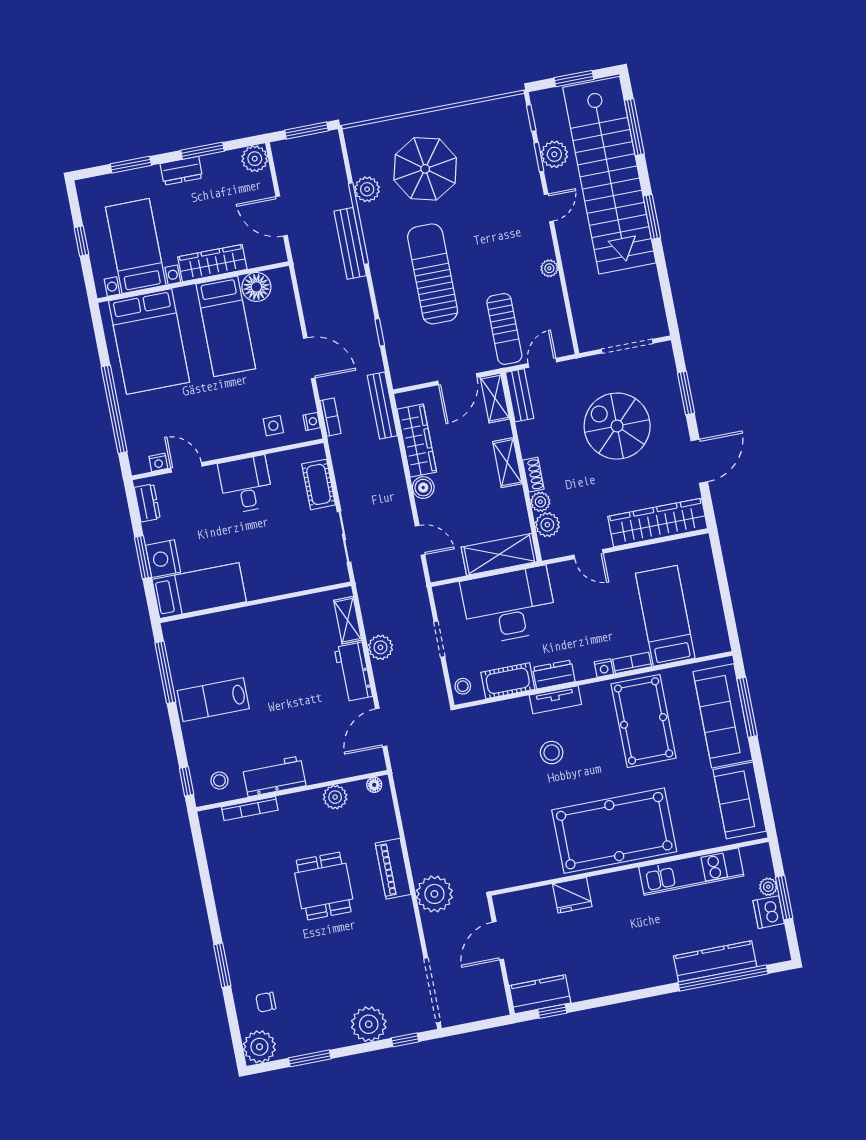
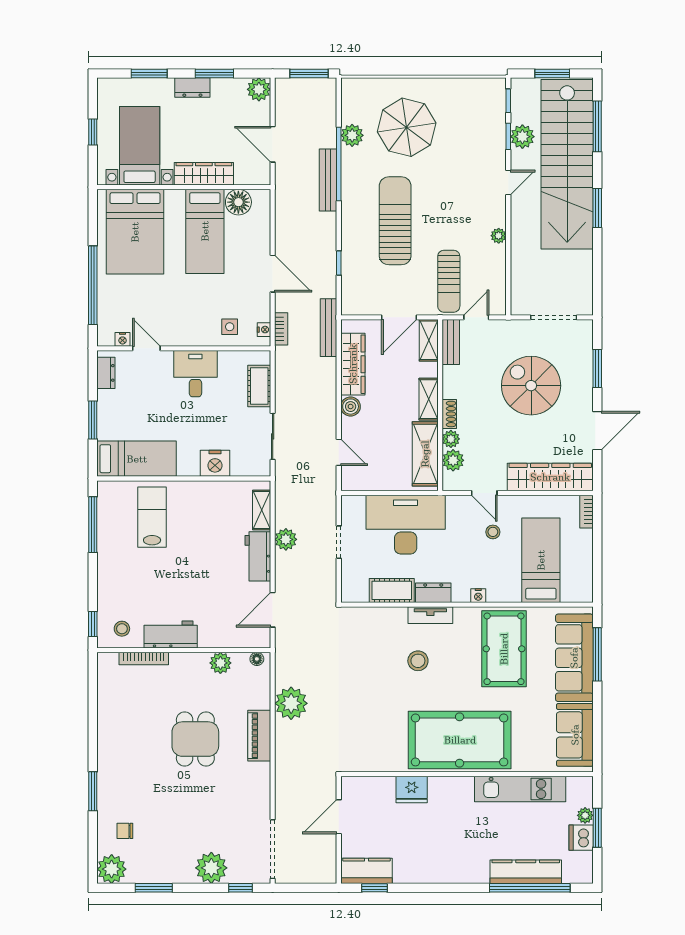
shelving: (499, 554) -> (425, 454), moved, turned 90
nightstand: (163, 559) -> (215, 463), moved, turned -90
bookcase: (632, 663) -> (586, 512), moved, turned -90
stool: (463, 686) -> (493, 532), moved
lab bench: (213, 700) -> (152, 517), moved, turned 90
plant: (434, 894) -> (291, 703), moved

